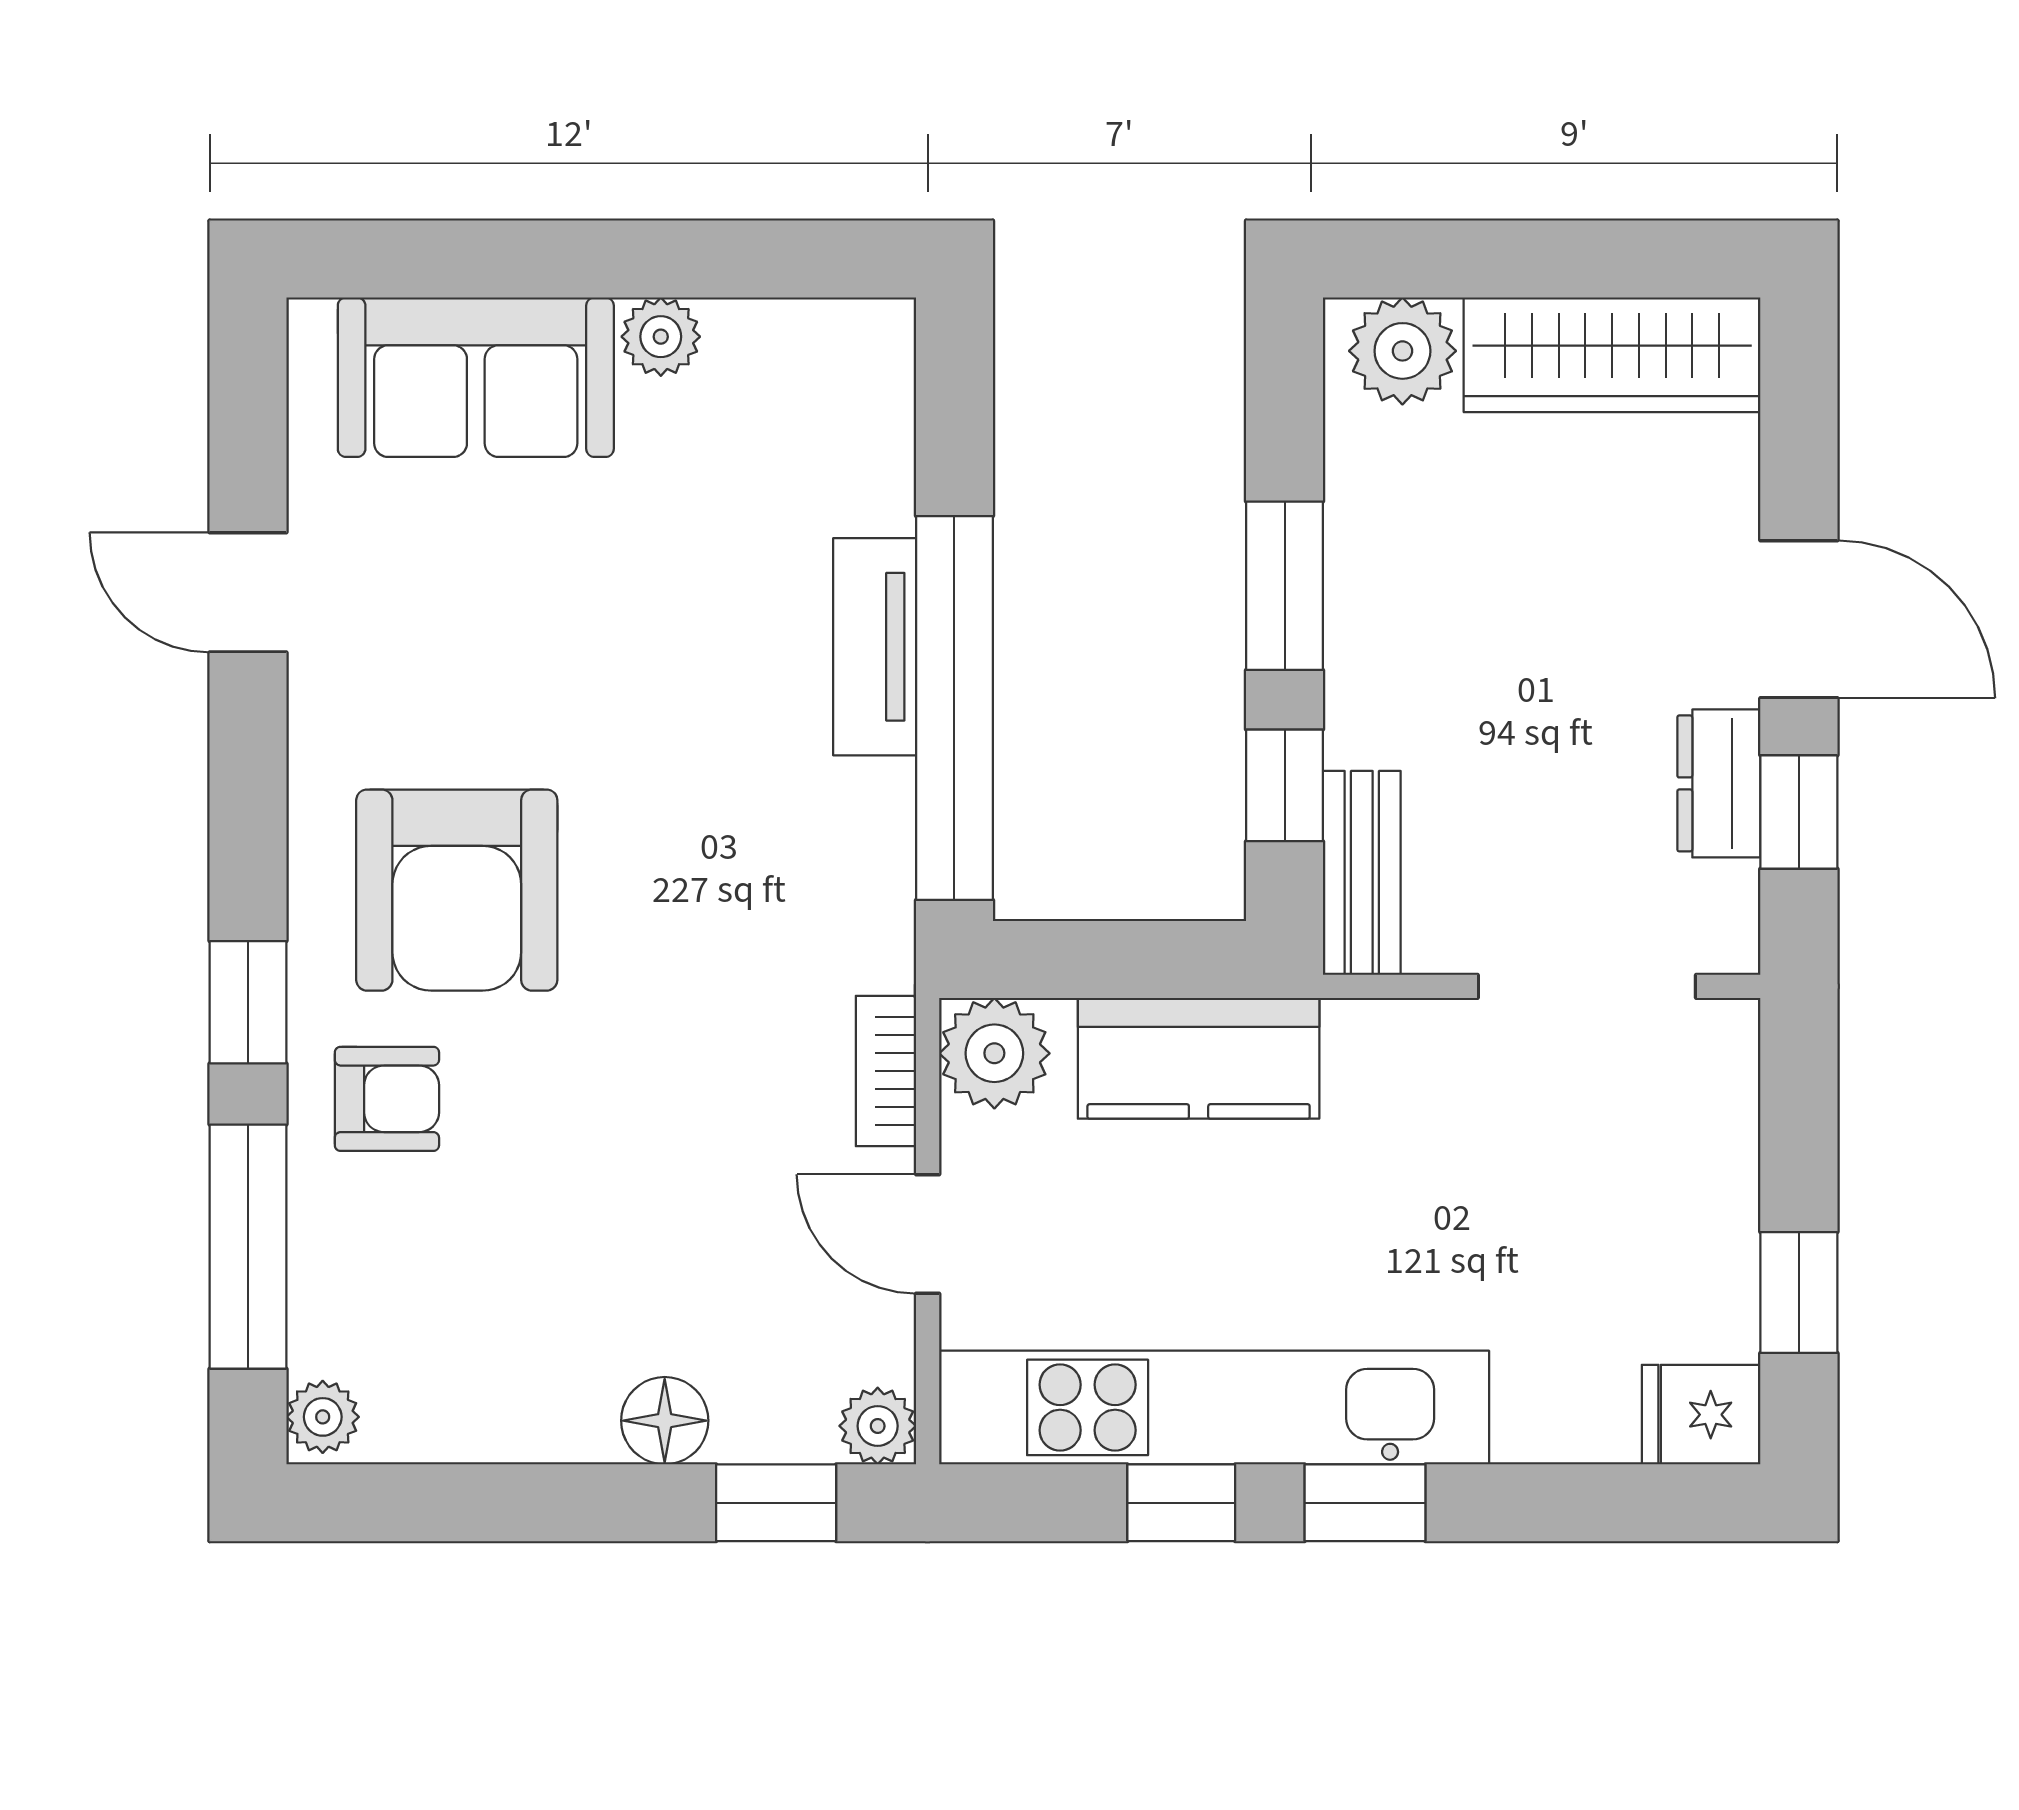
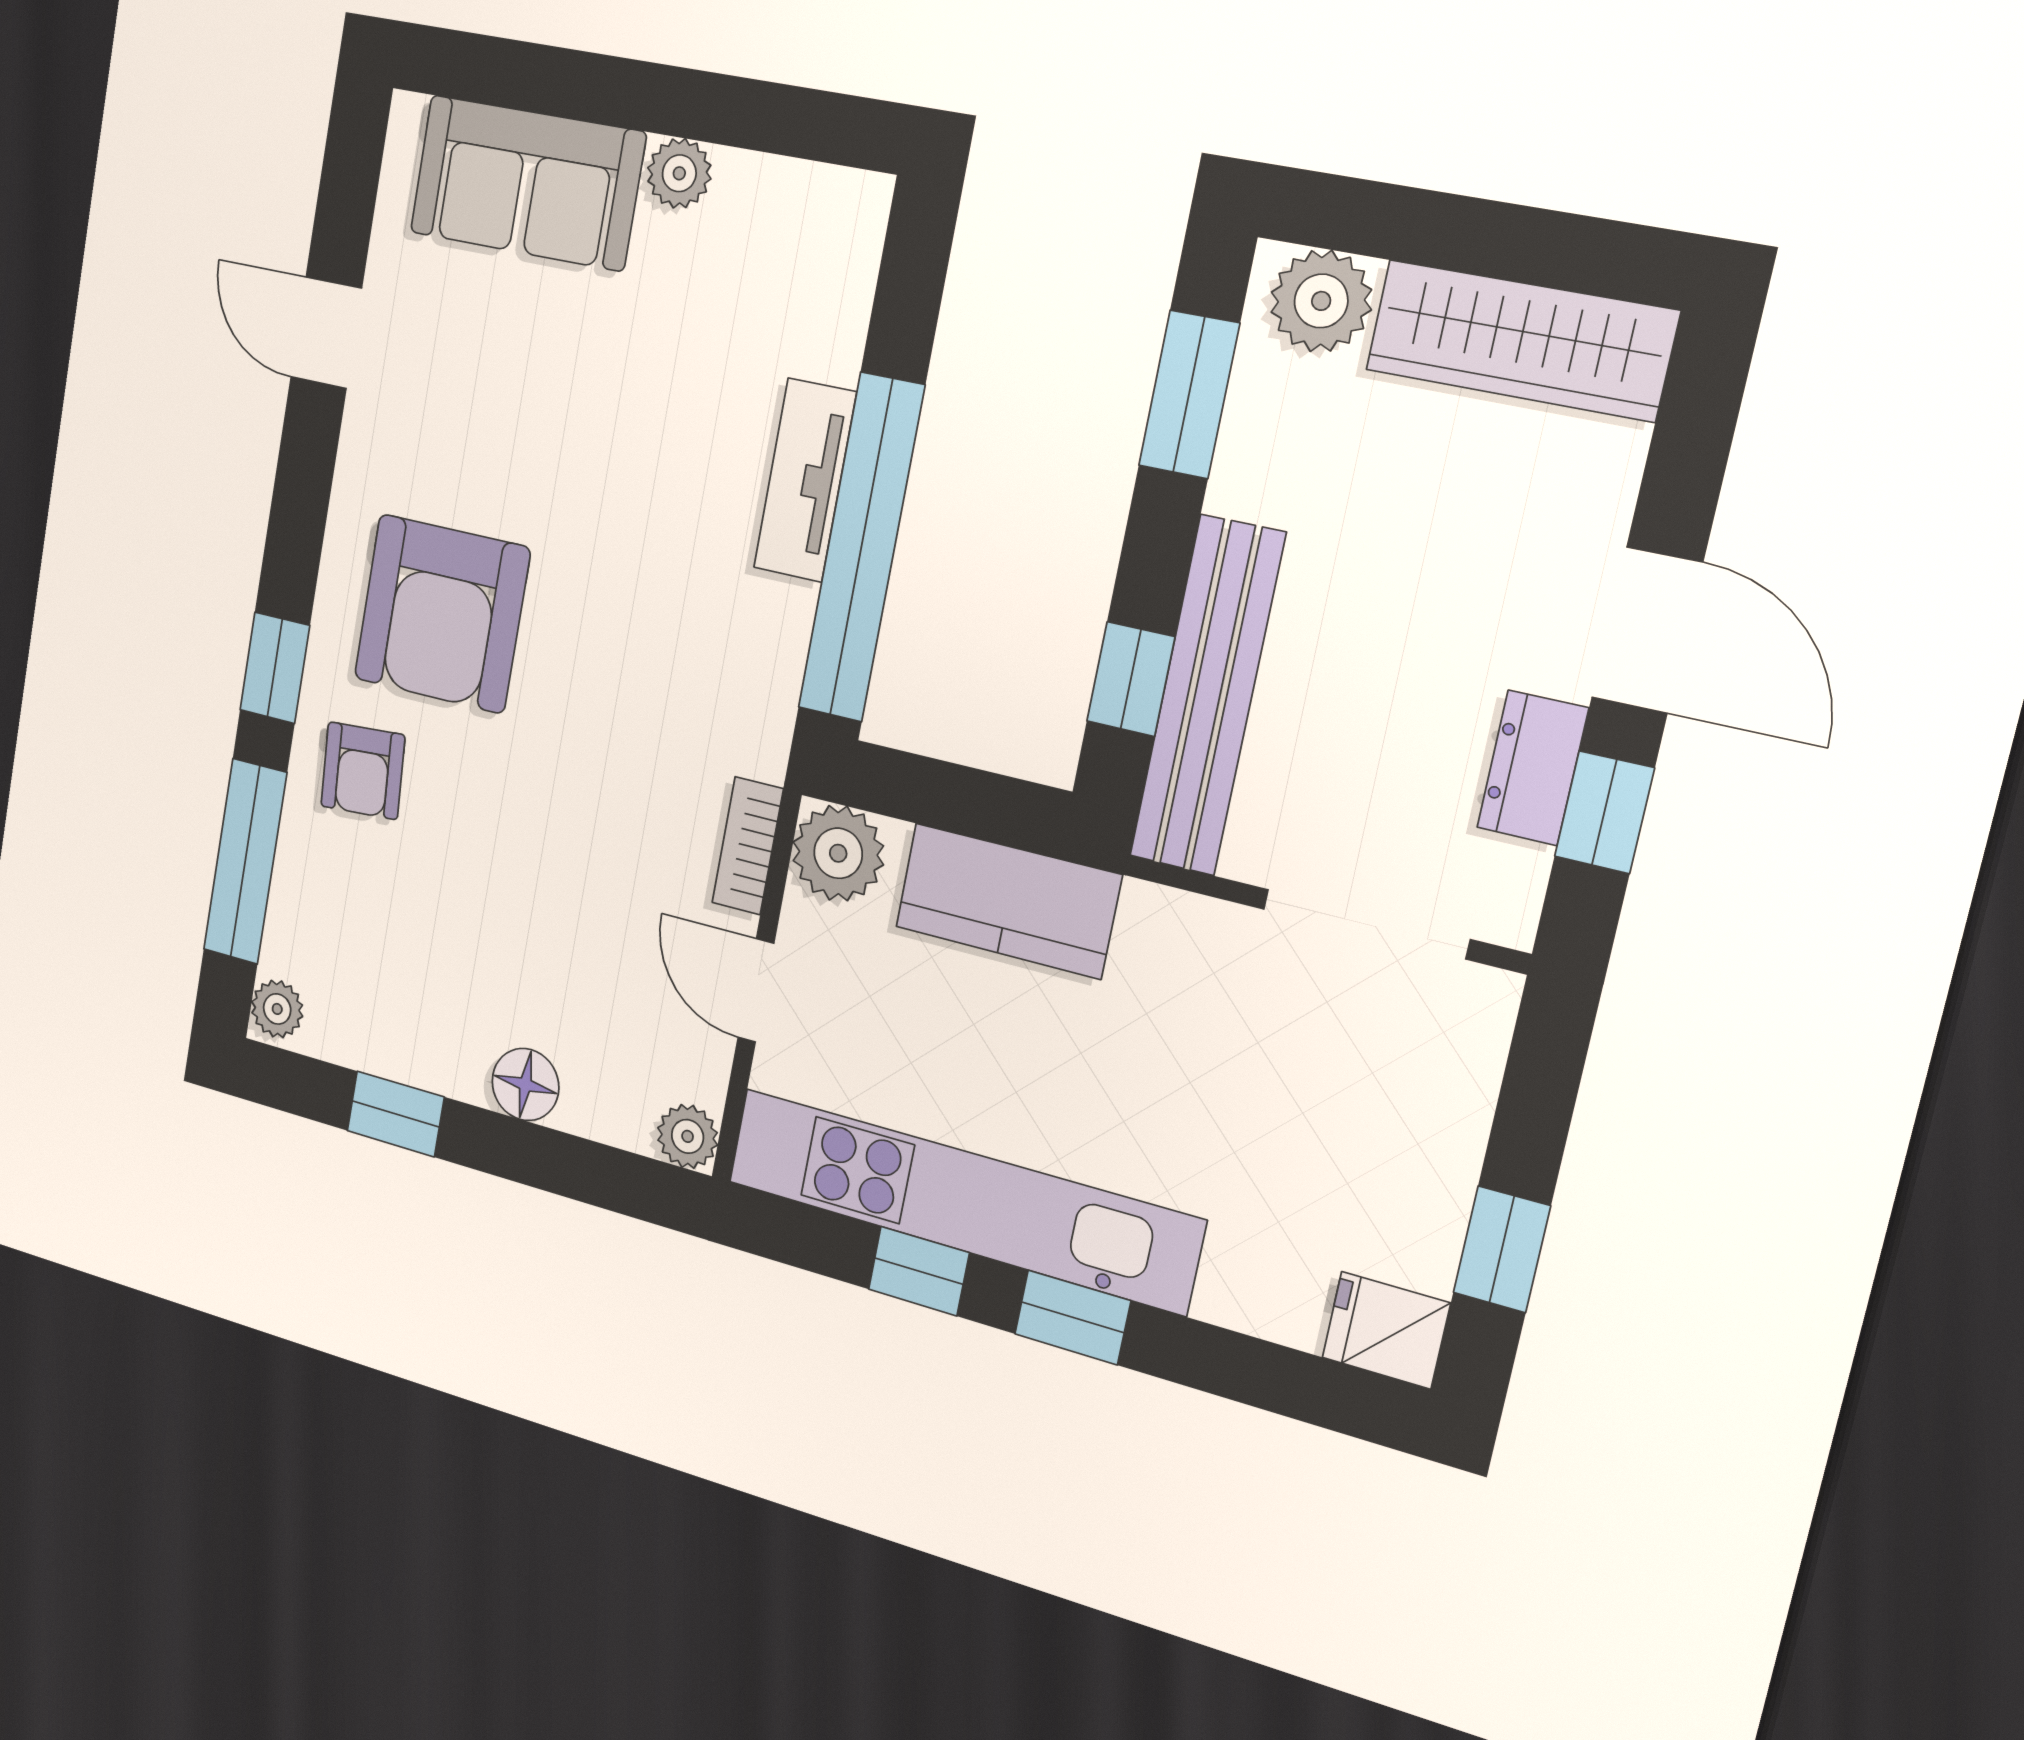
window: (1285, 586) -> (1189, 395), moved
bench: (1362, 873) -> (1207, 696), width x1.86, depth x1.21
armchair: (387, 1099) -> (363, 771), turned 86
window: (776, 1503) -> (396, 1114), moved

